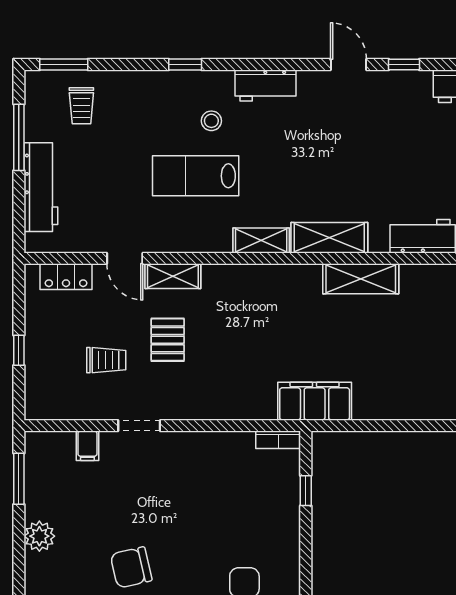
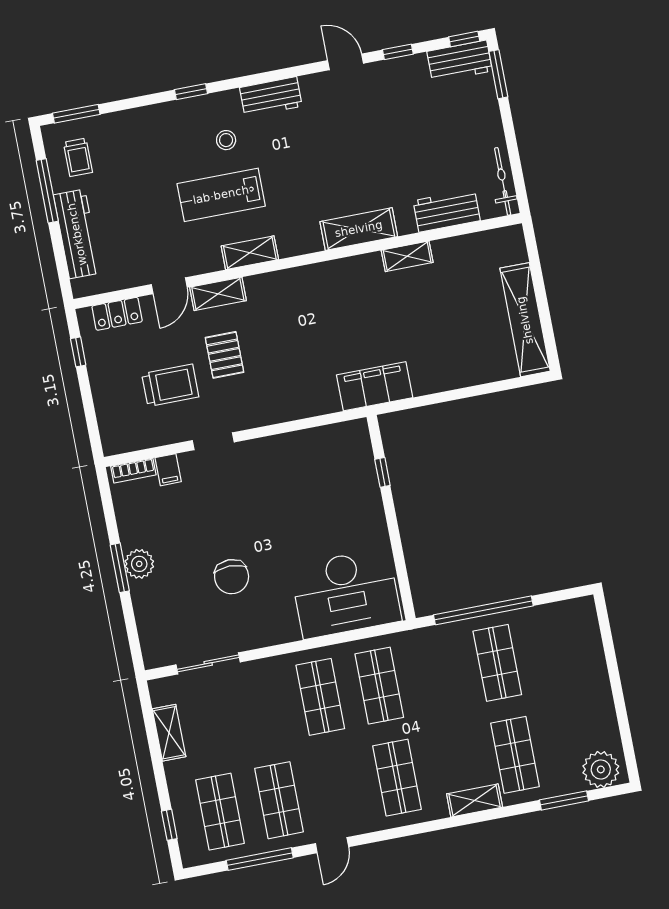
trolley: (81, 106) -> (78, 157), moved
shelving: (261, 240) -> (250, 253), moved
door: (125, 258) -> (169, 286), hinge flipped
shelving: (361, 279) -> (407, 256), width x0.67, depth x0.75
window: (19, 350) -> (78, 352), moved
trolley: (106, 360) -> (170, 385), width x1.36, depth x1.39
bookcase: (278, 440) -> (133, 471), moved
window: (19, 479) -> (120, 568), moved
chair: (131, 567) -> (232, 577), turned -77

